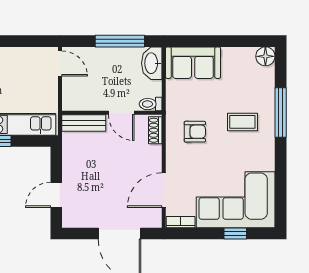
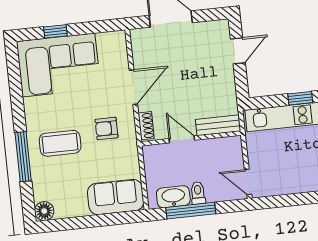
washbasin: (152, 63) -> (173, 197), moved, turned -90
toilet: (151, 104) -> (198, 193), moved, turned -90
coffee table: (242, 122) -> (60, 143), width x1.36, depth x1.30
door: (164, 190) -> (133, 87), moved
bookcase: (181, 222) -> (111, 37), removed

